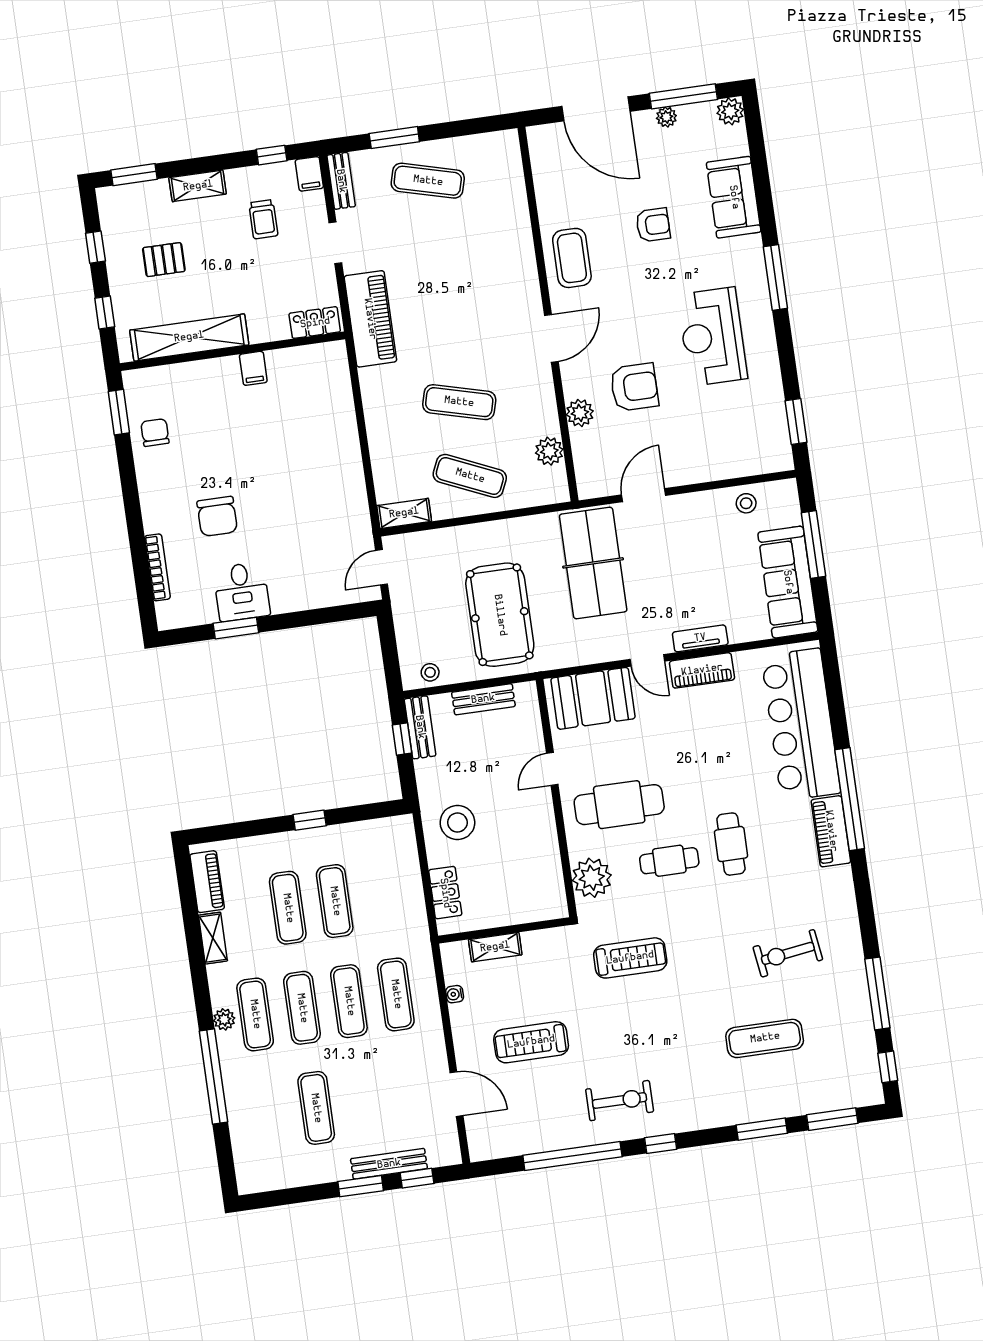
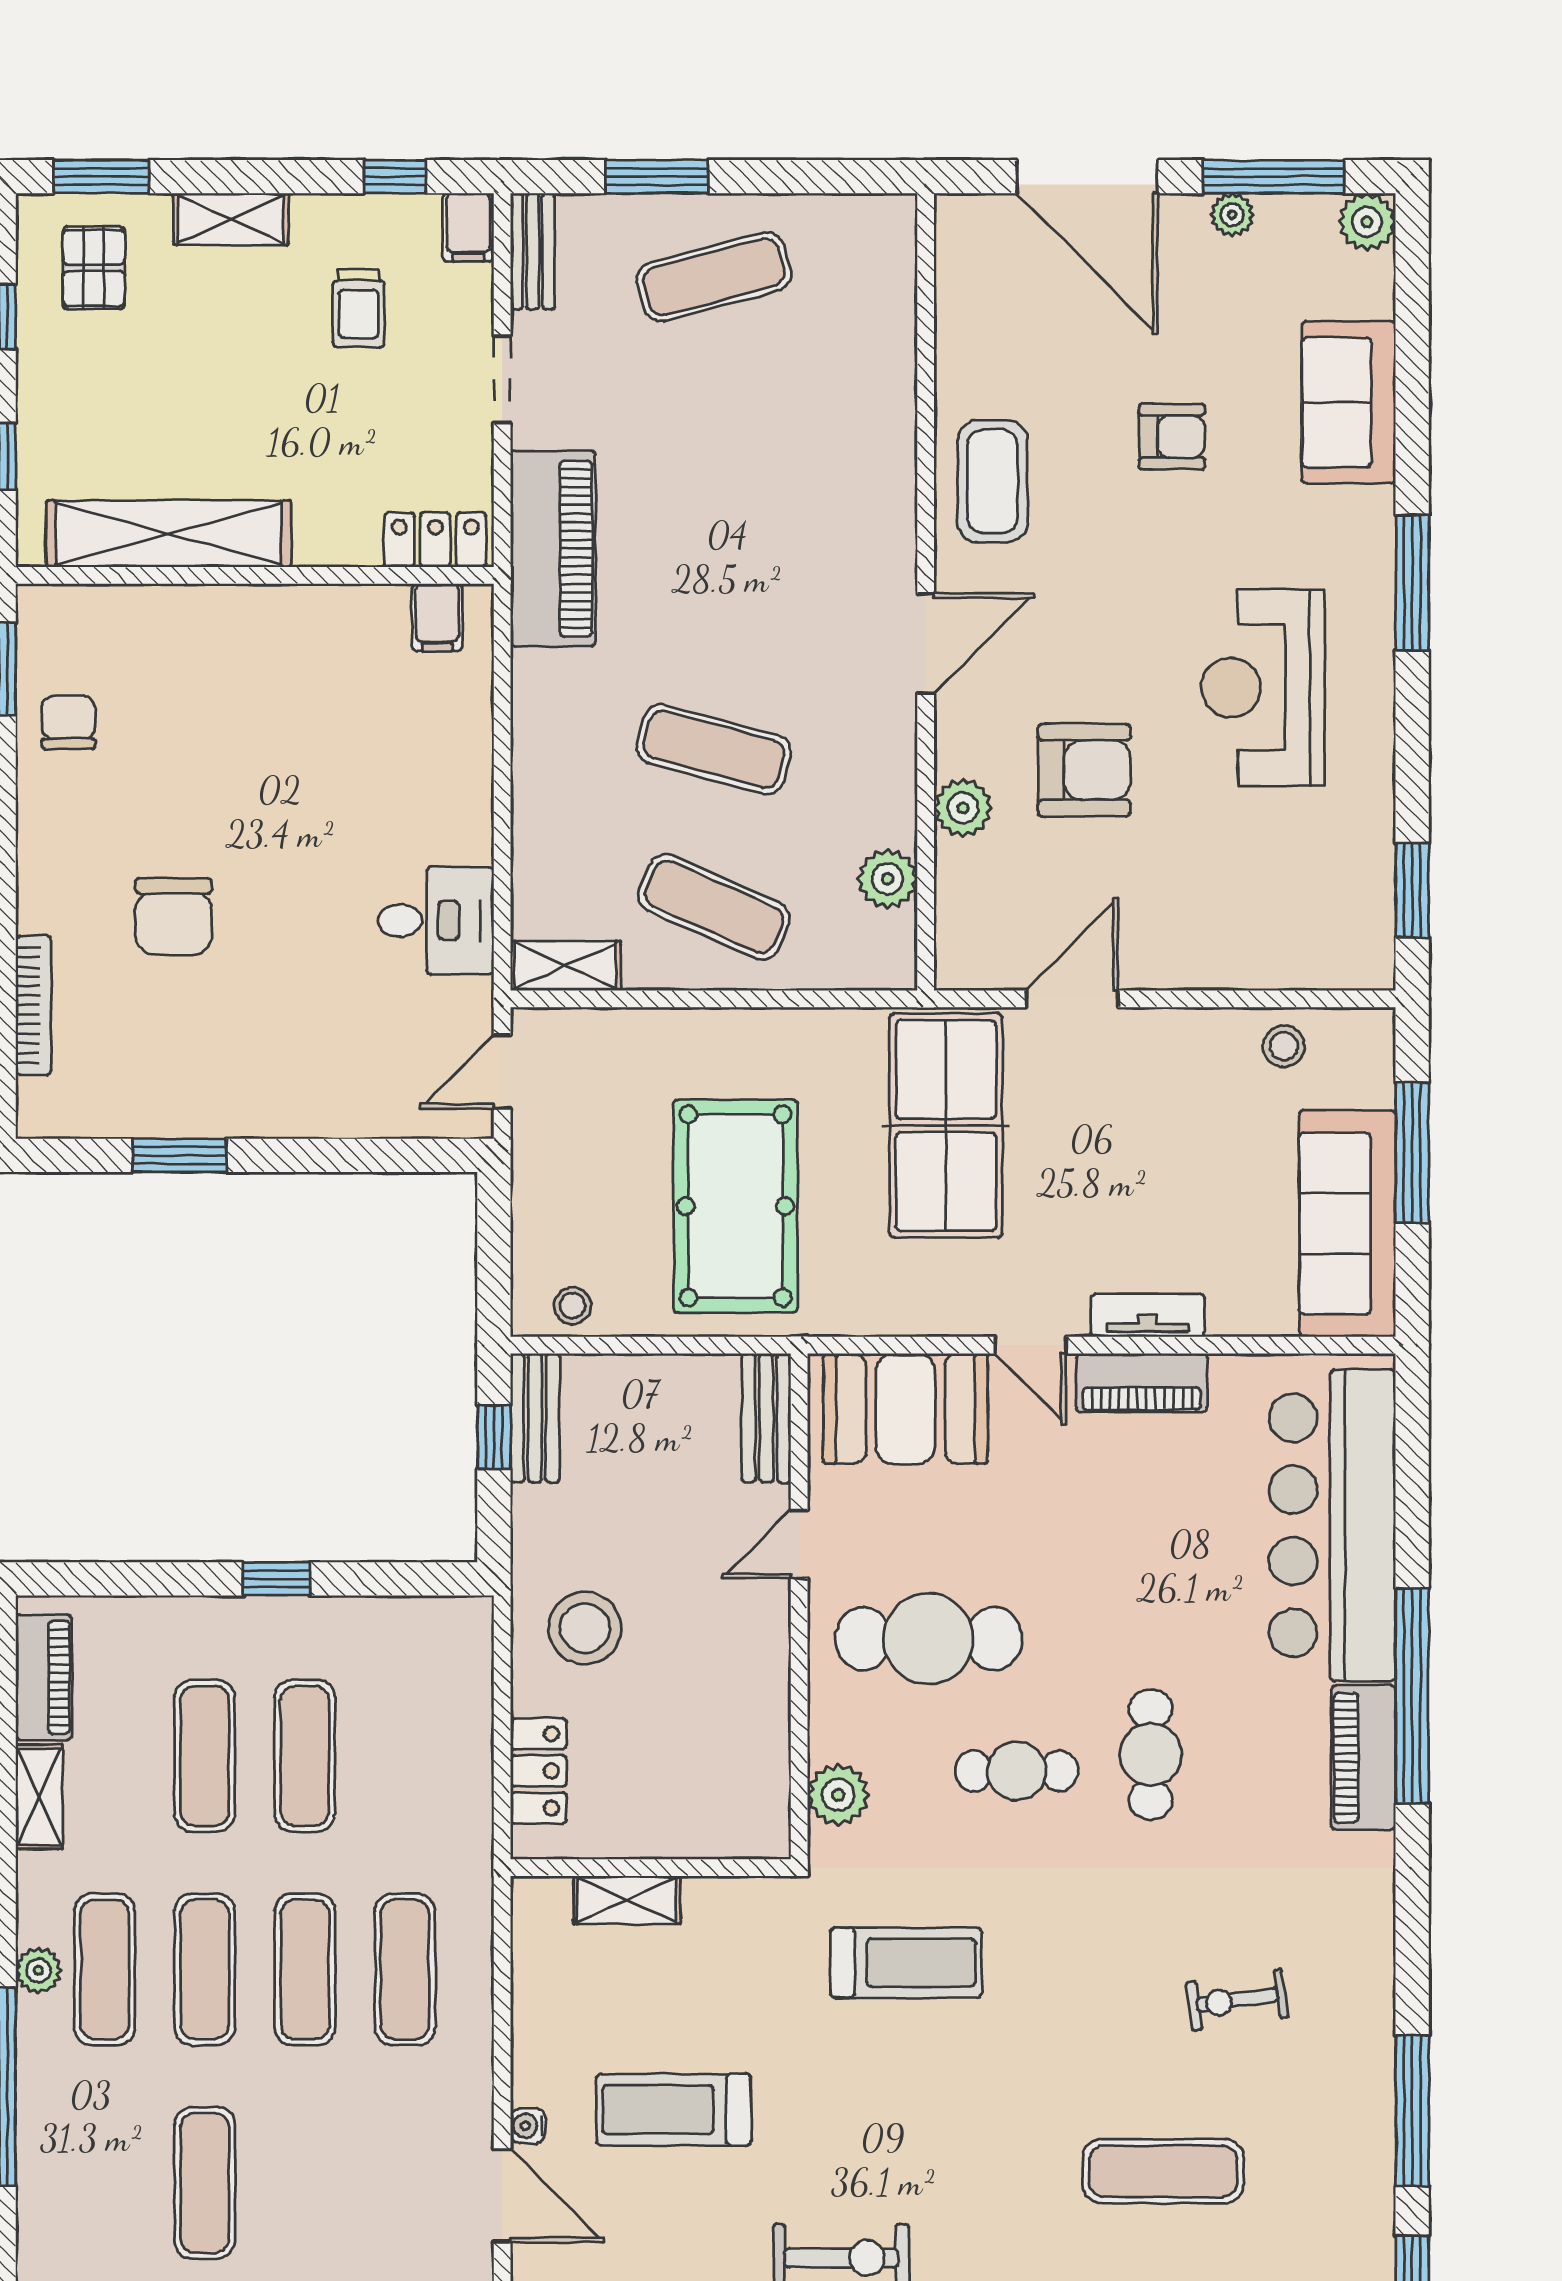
exercise mat: (428, 181) -> (714, 277), turned -30
pallet: (164, 260) -> (94, 268), moved, turned 90
filing cabinet: (253, 368) -> (437, 617), moved
desk: (242, 592) -> (436, 921), moved, turned -90
bench: (483, 699) -> (766, 1418), moved, turned 90
plant: (592, 878) -> (838, 1795), width x0.73, depth x0.73
exercise bike: (788, 953) -> (1237, 2000), width x0.73, depth x0.72
water cooler: (455, 994) -> (528, 2126), moved

